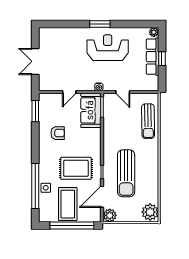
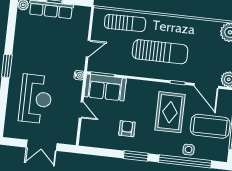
reception desk: (108, 48) -> (36, 99), moved, turned 180
window: (35, 111) -> (136, 156), moved
sun lounger: (126, 173) -> (160, 52), moved

